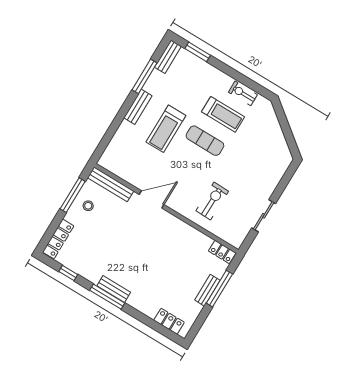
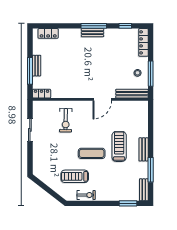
treadmill: (223, 114) -> (75, 176), moved

